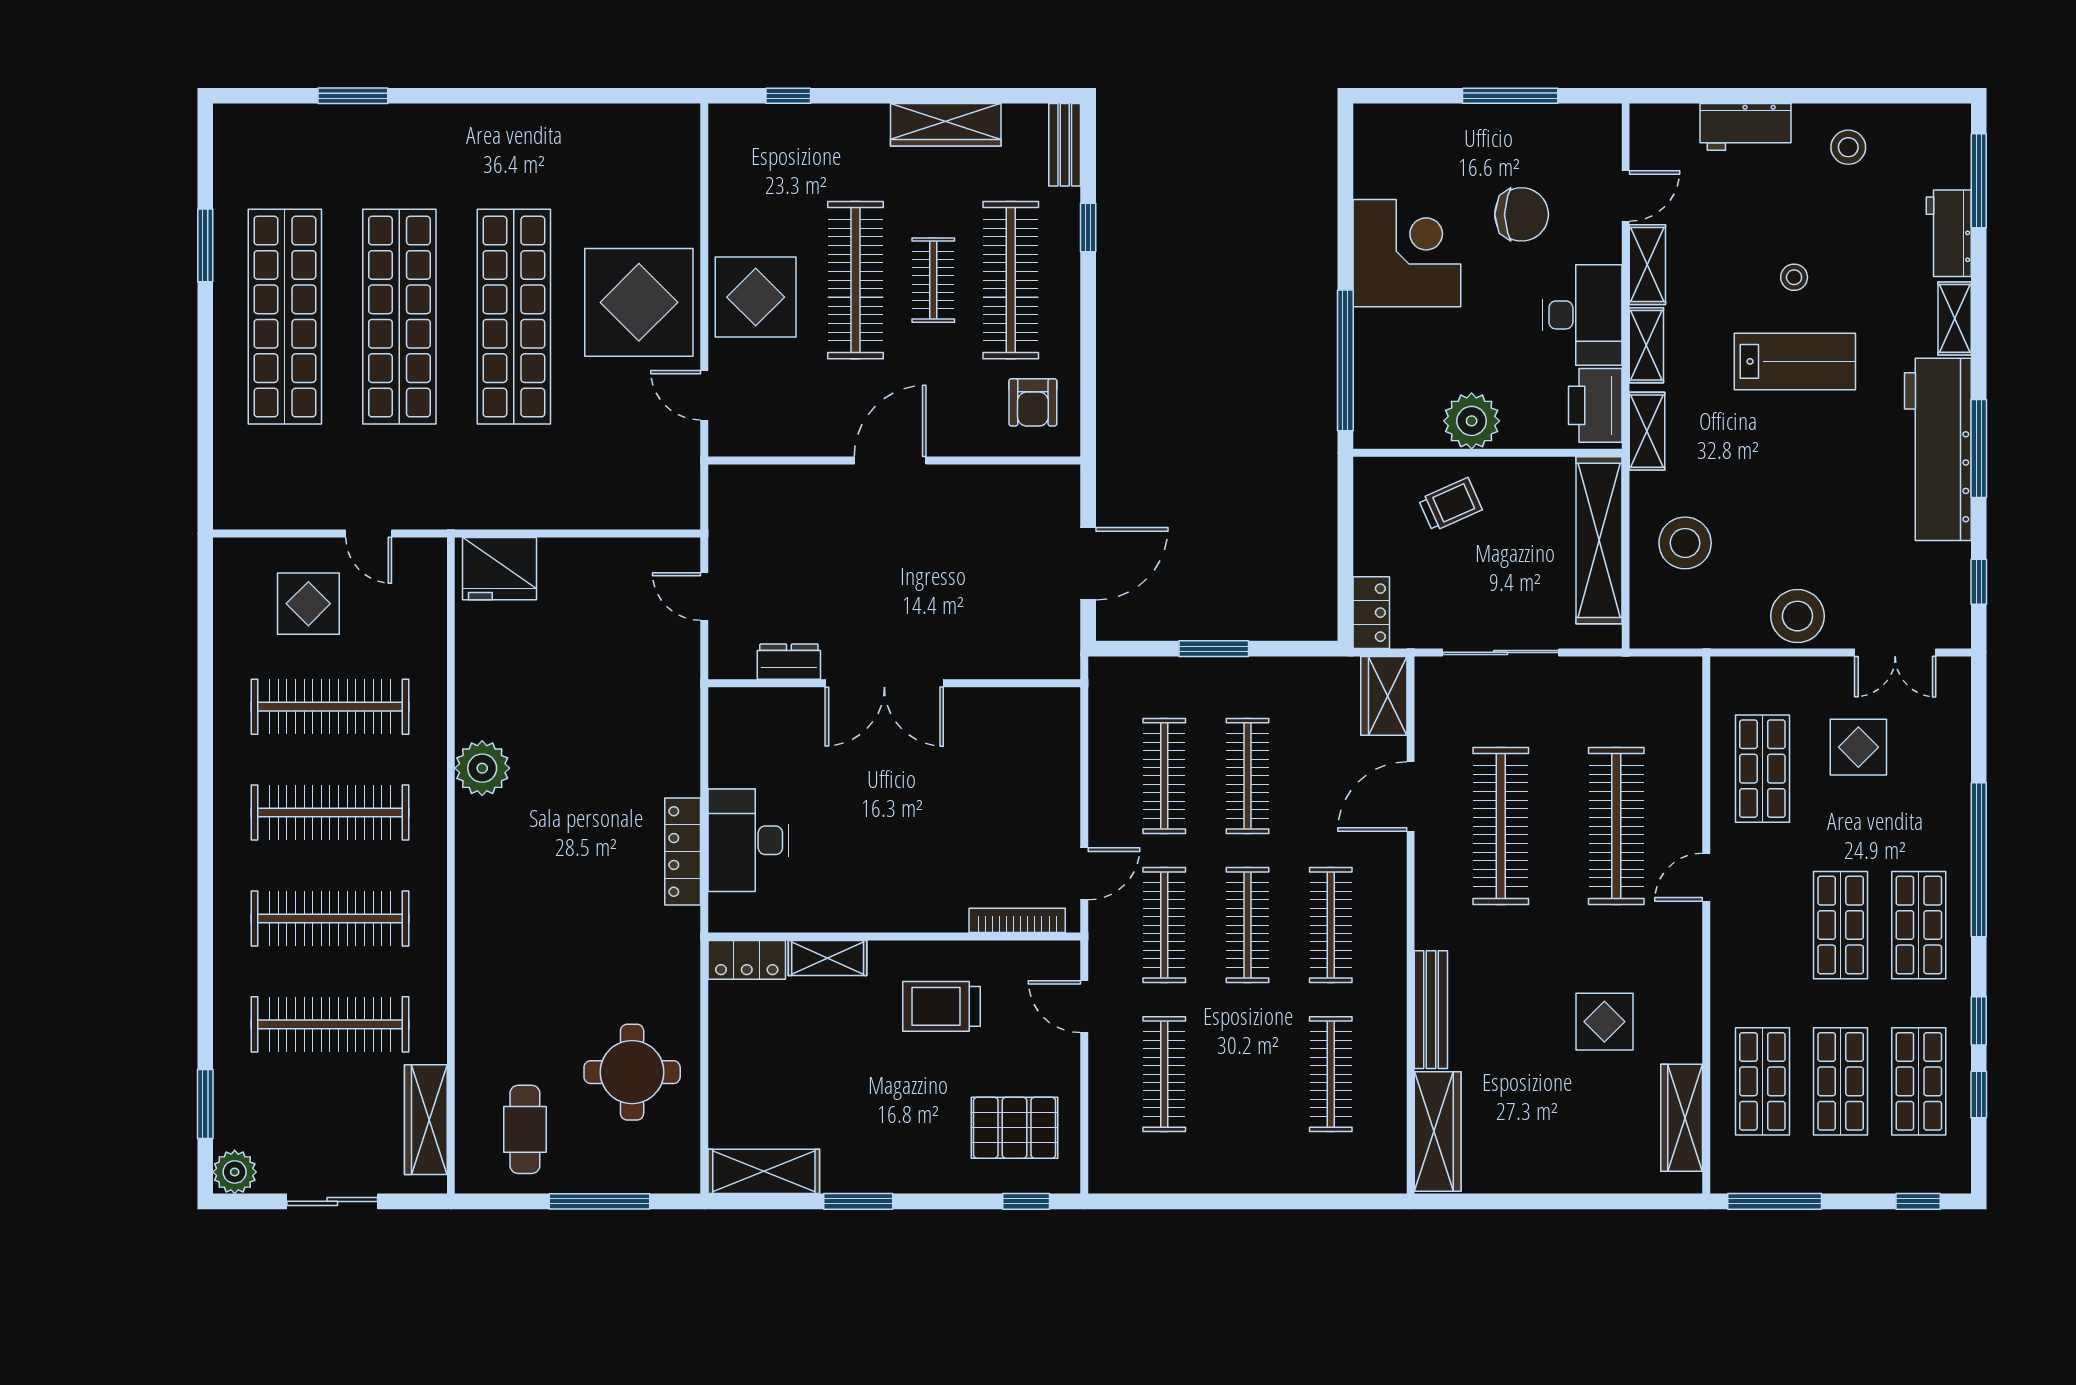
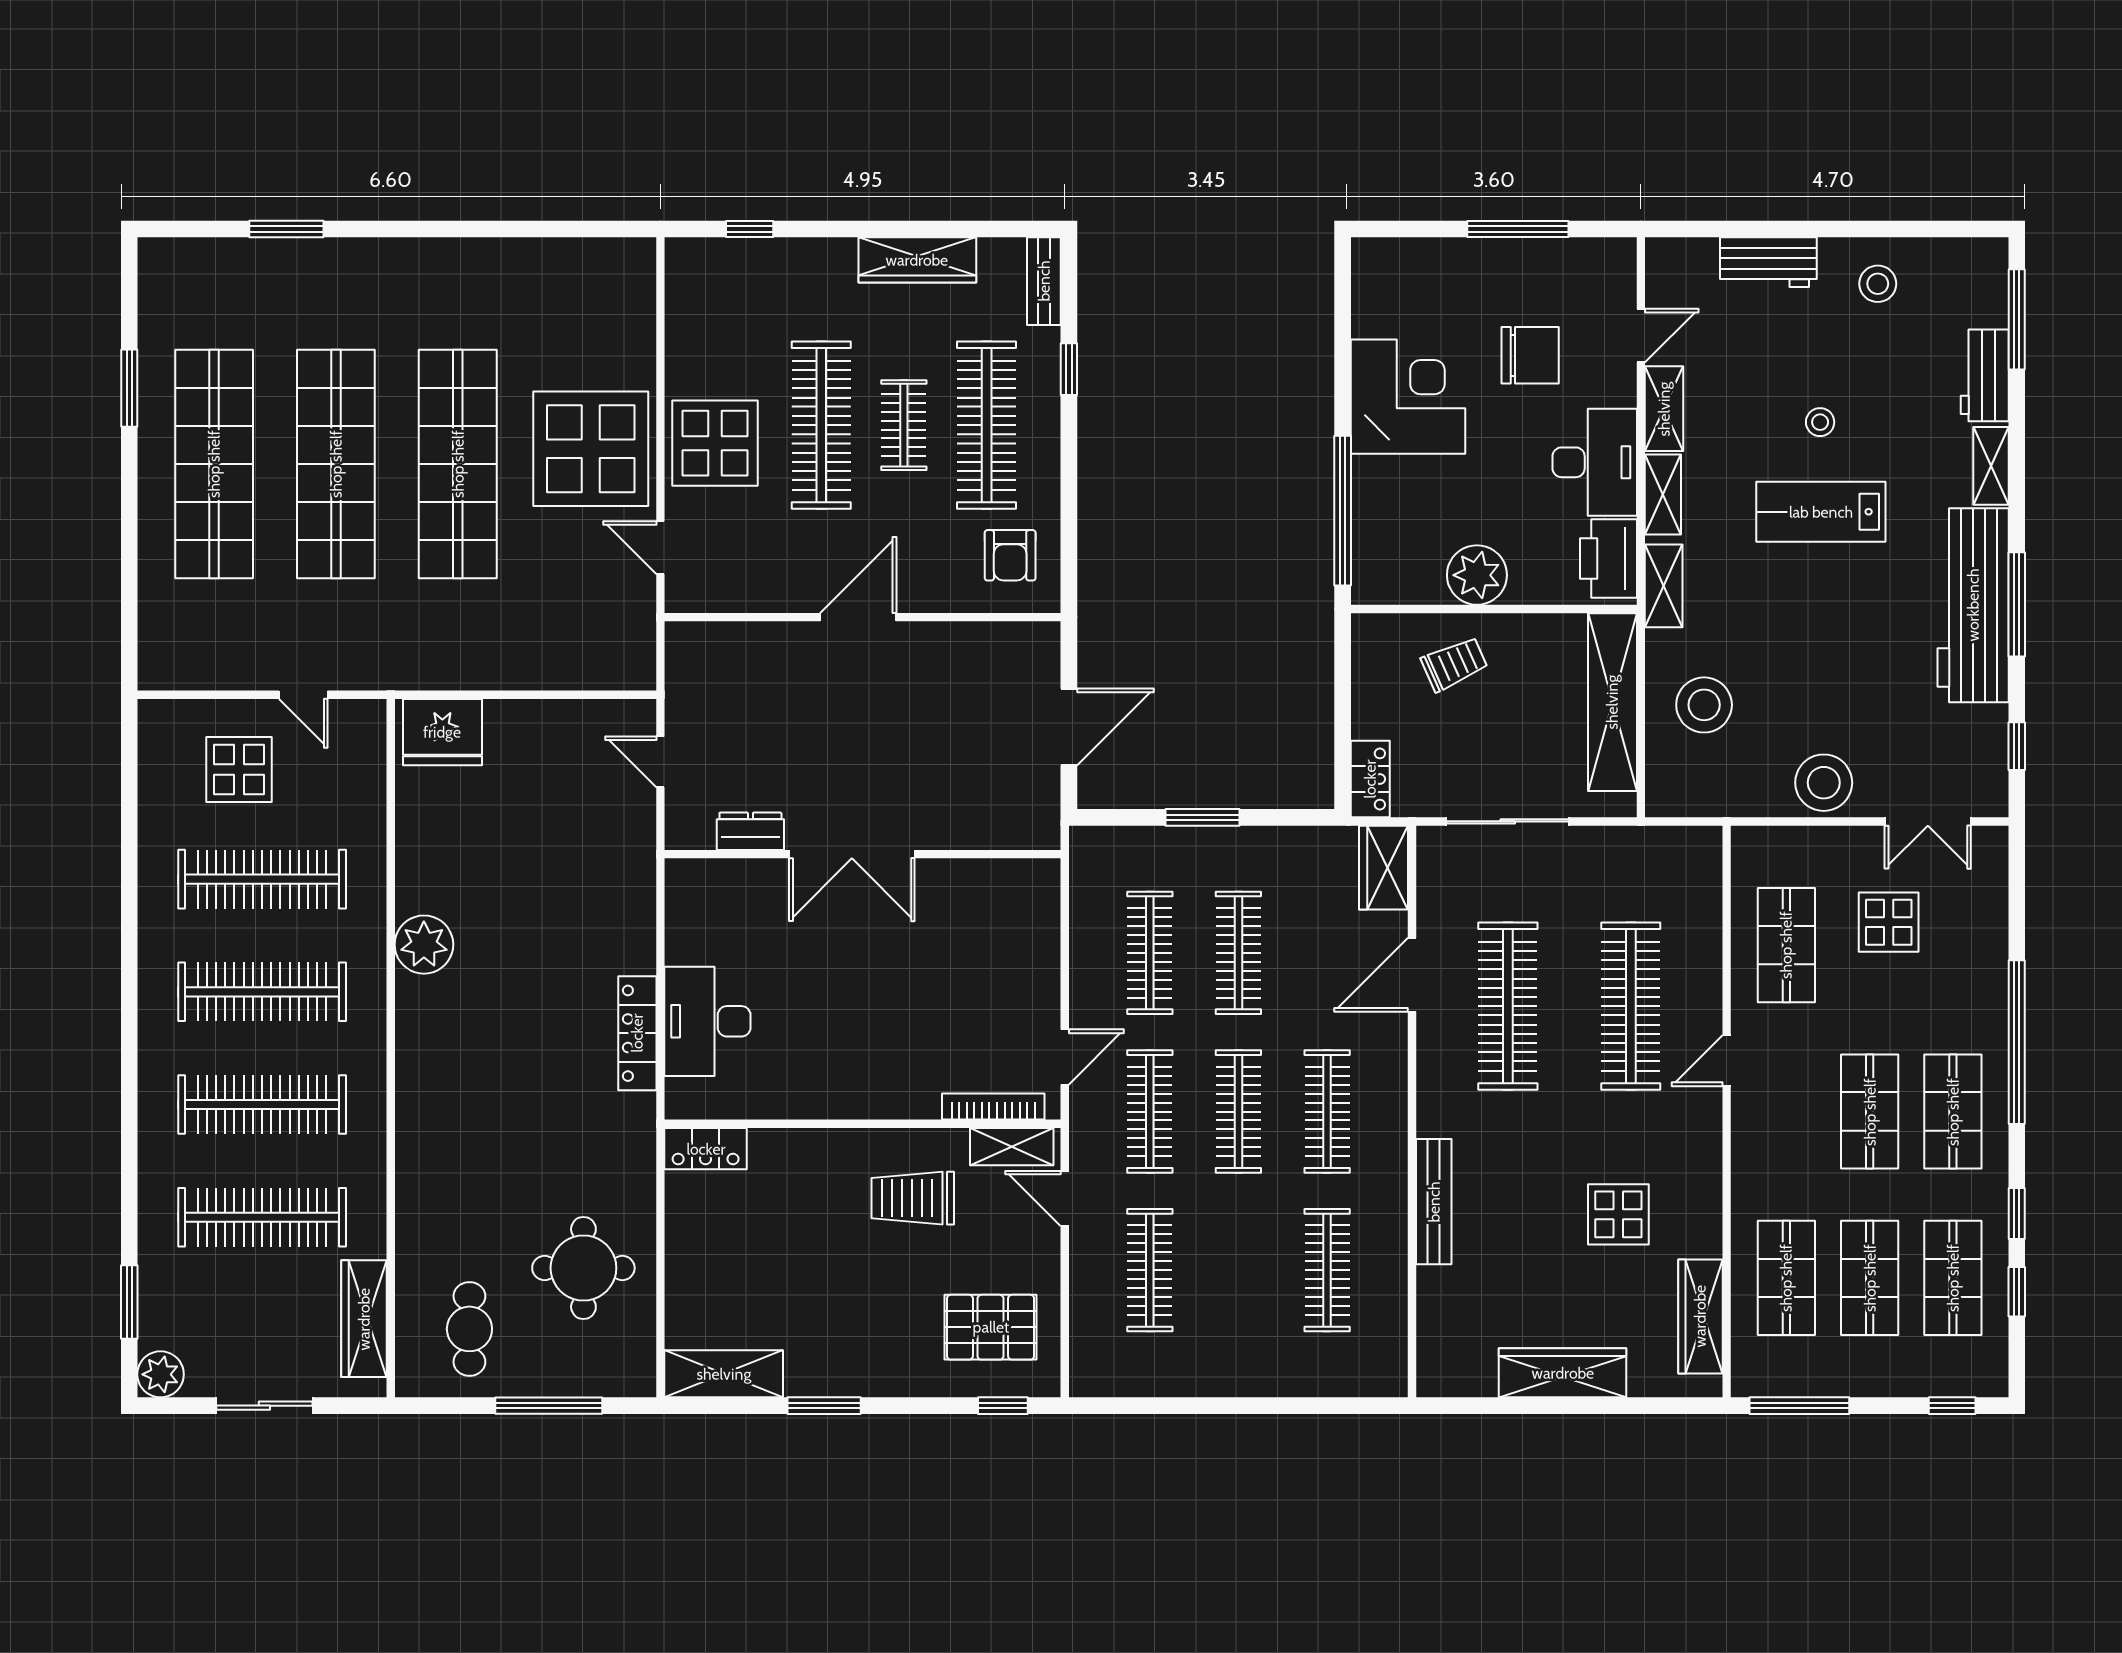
lab bench: (1795, 361) -> (1821, 512), turned 180
shelving: (828, 958) -> (1012, 1147), moved
wardrobe: (1438, 1132) -> (1563, 1373), moved, turned -90

